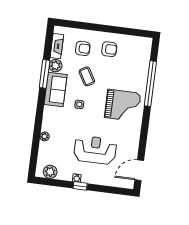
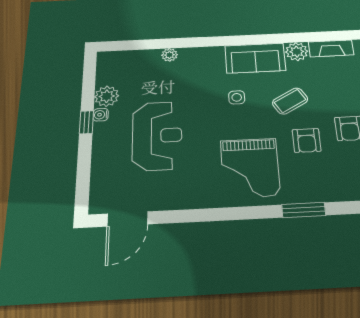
armchair: (83, 48) -> (307, 140), moved
window: (45, 74) -> (278, 38), removed
window: (150, 84) -> (304, 210), width x0.47
door: (139, 170) -> (127, 219), swing flipped
plant: (50, 172) -> (107, 96), moved

